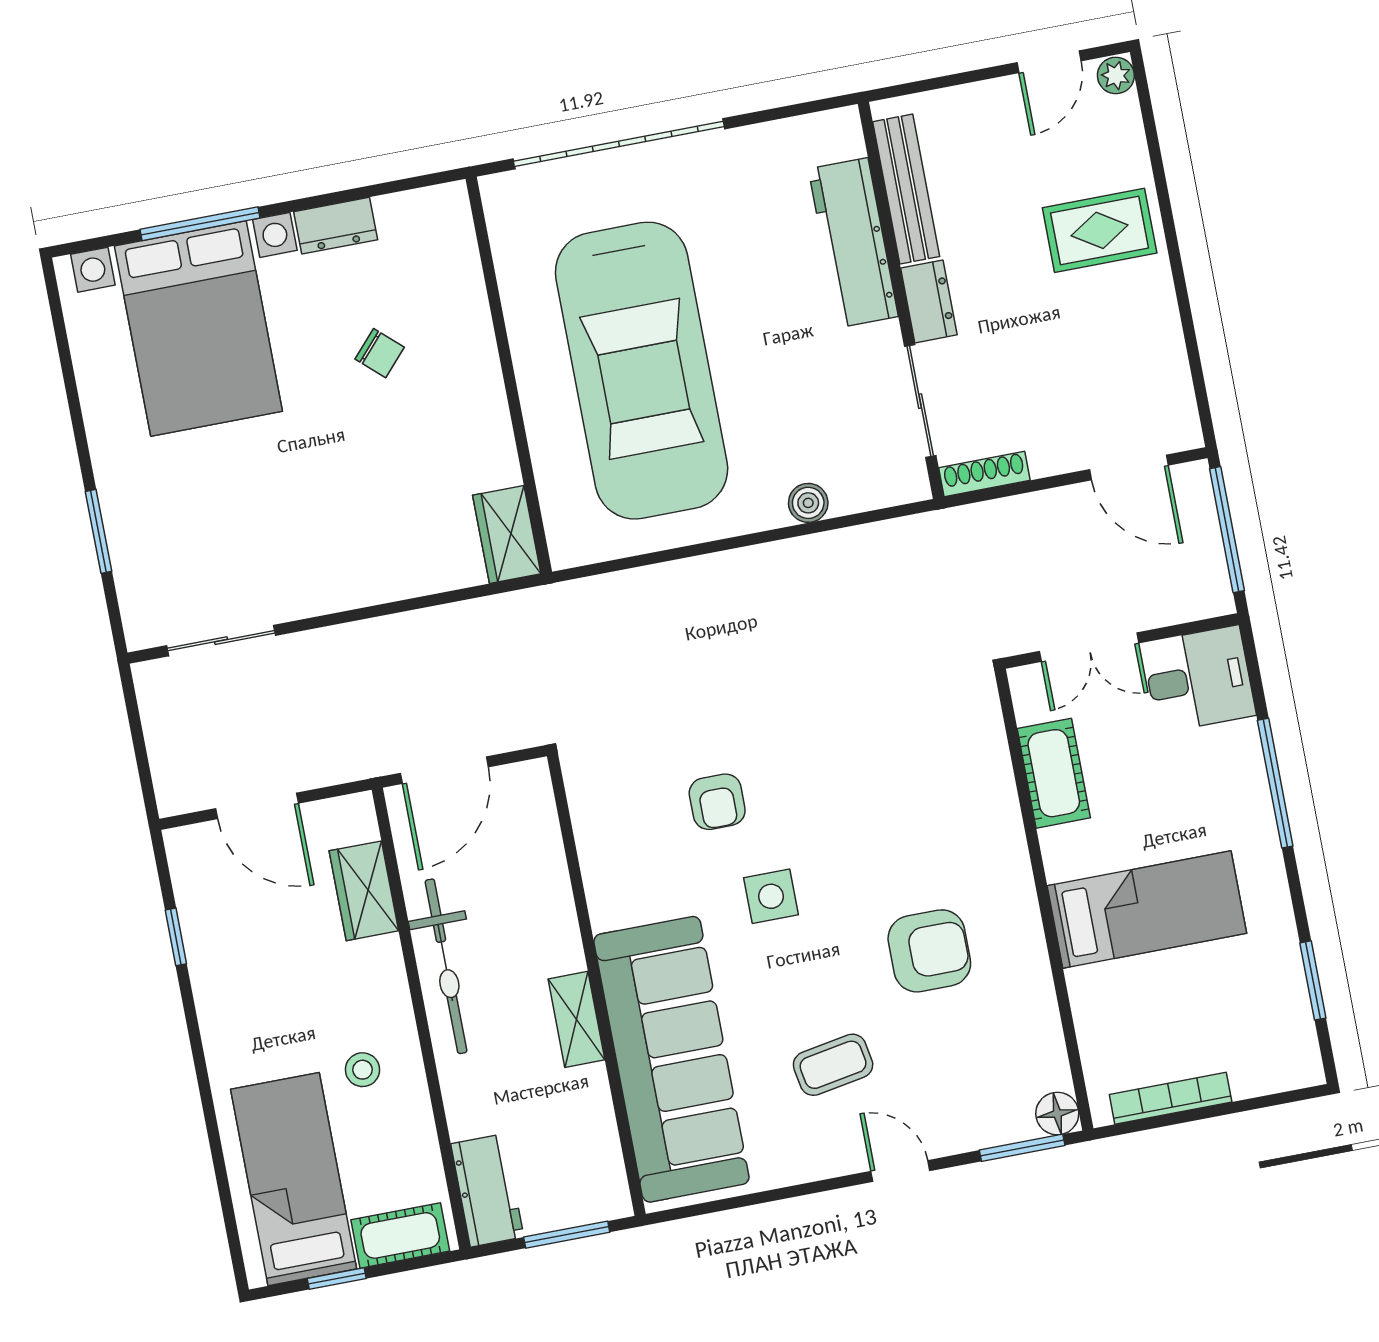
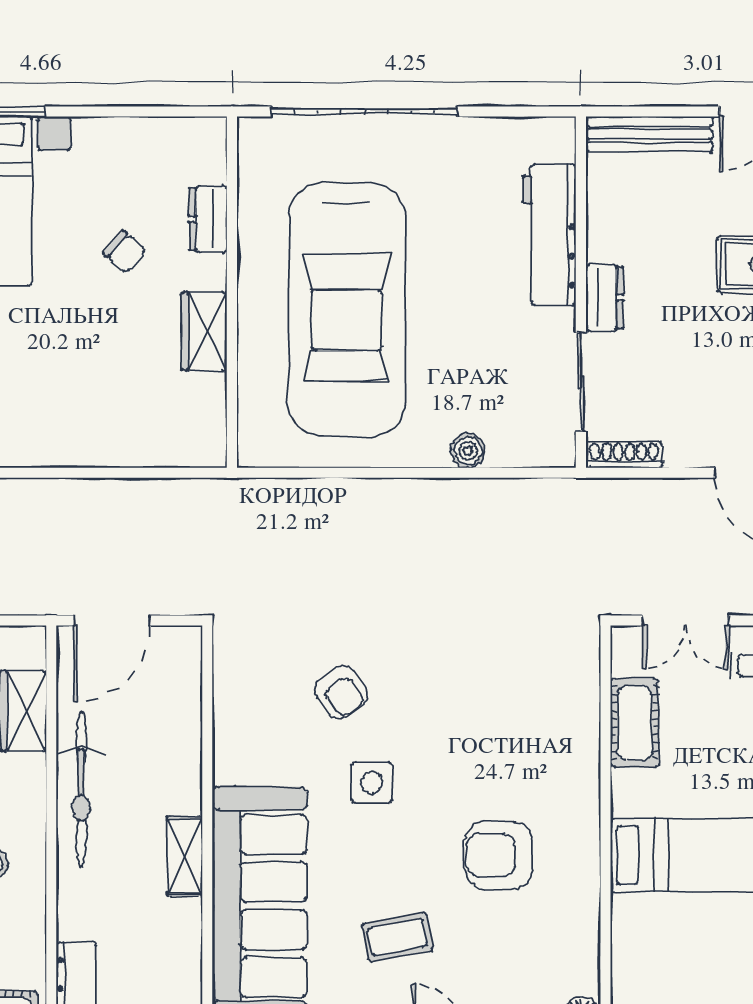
bench: (906, 189) -> (649, 134), moved, turned 90
dresser: (336, 226) -> (208, 219), moved, turned 90
wardrobe: (507, 534) -> (204, 331), moved
armchair: (717, 802) -> (341, 692), turned -35
armchair: (929, 951) -> (499, 855), turned 180

